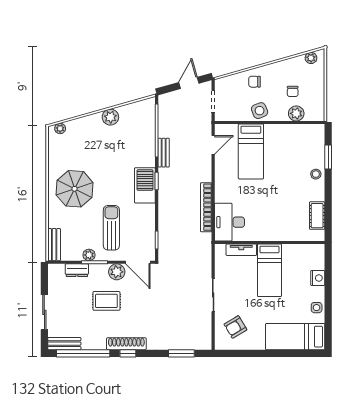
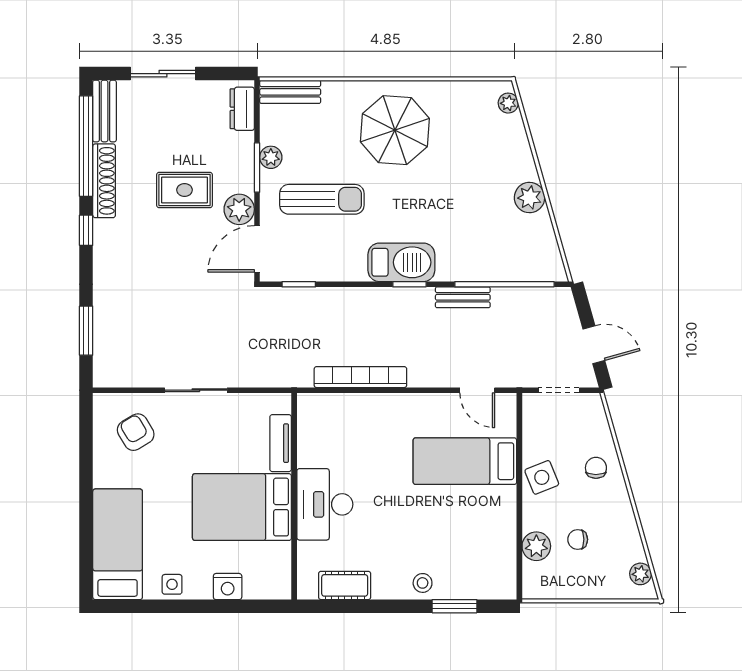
desk: (229, 222) -> (325, 504), moved, turned -90
dresser: (77, 270) -> (242, 109), moved
bed: (269, 270) -> (242, 507), width x1.50
rug: (106, 301) -> (185, 190), turned 90
shoe rack: (126, 344) -> (104, 181), moved

